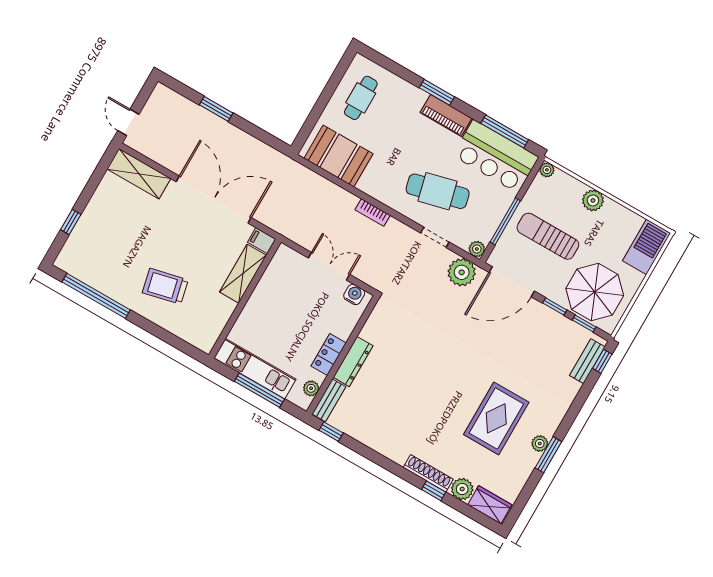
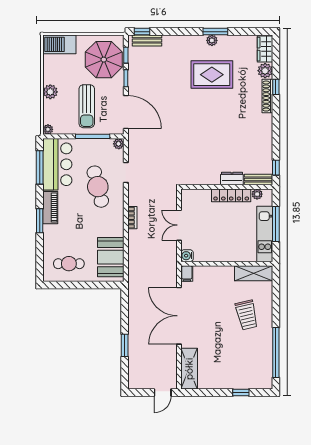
plant: (462, 272) -> (137, 145), removed
shelving: (243, 274) -> (254, 273), moved
water cooler: (354, 294) -> (187, 256), moved
locker: (329, 354) -> (231, 195), width x1.53
dresser: (353, 362) -> (232, 178), width x0.70

